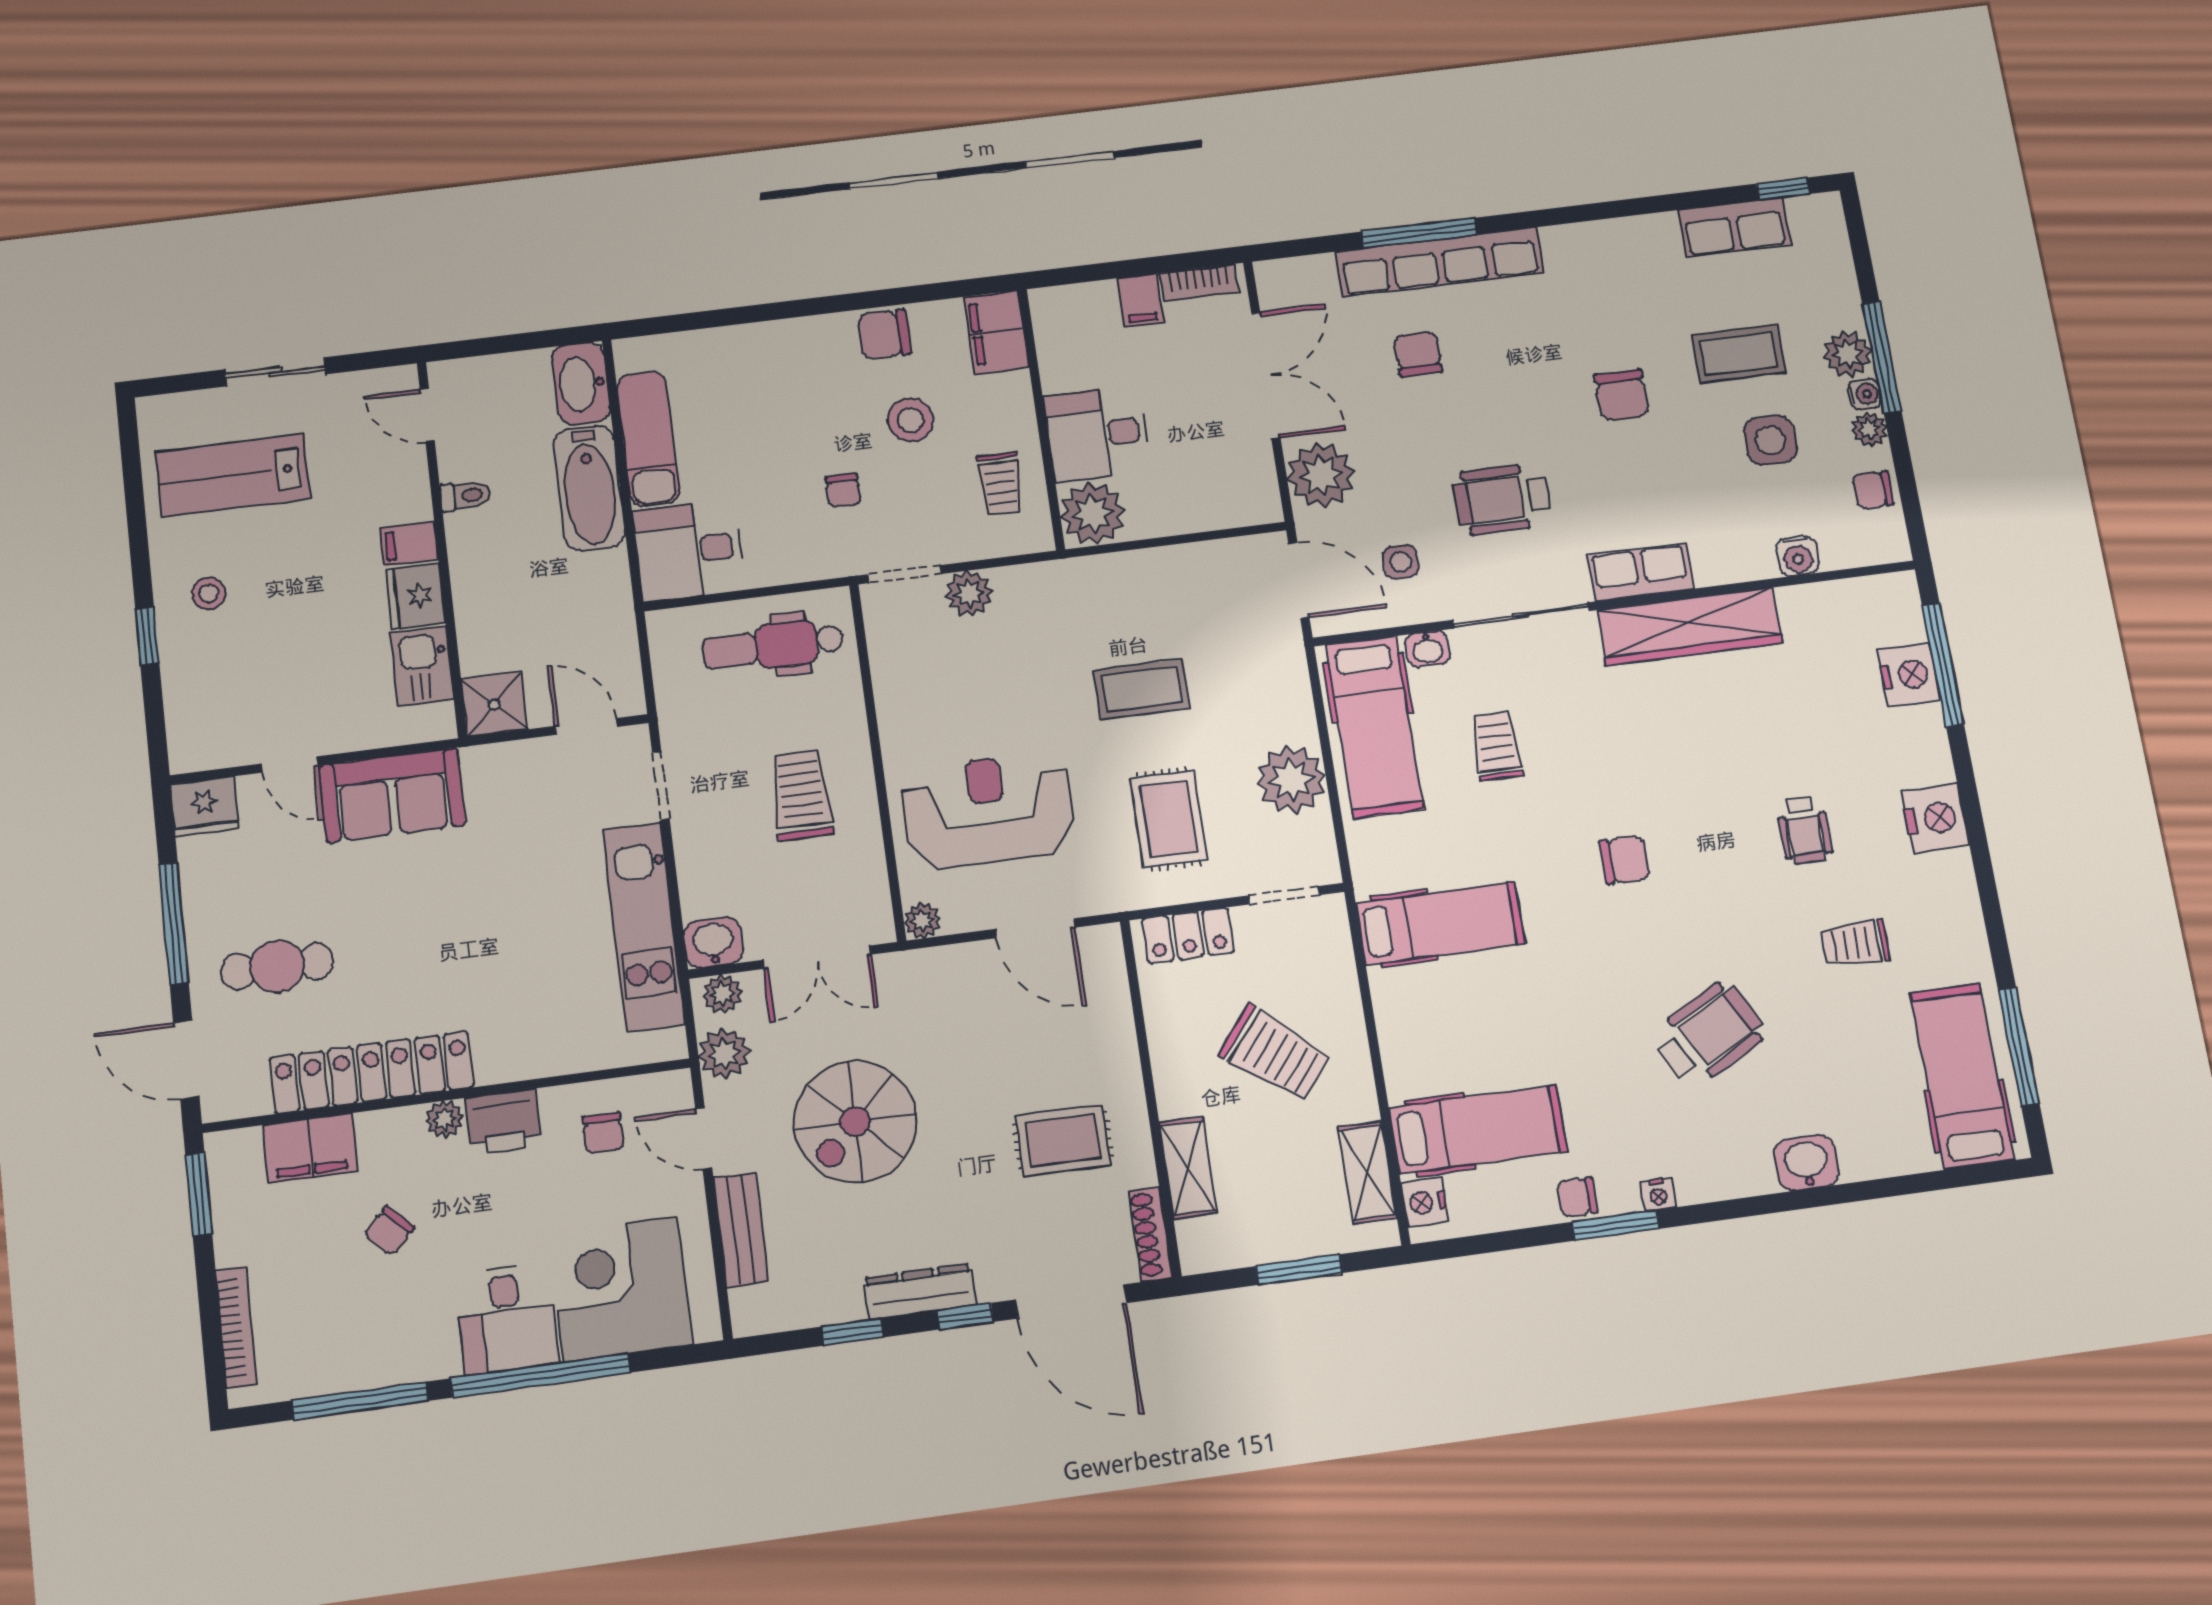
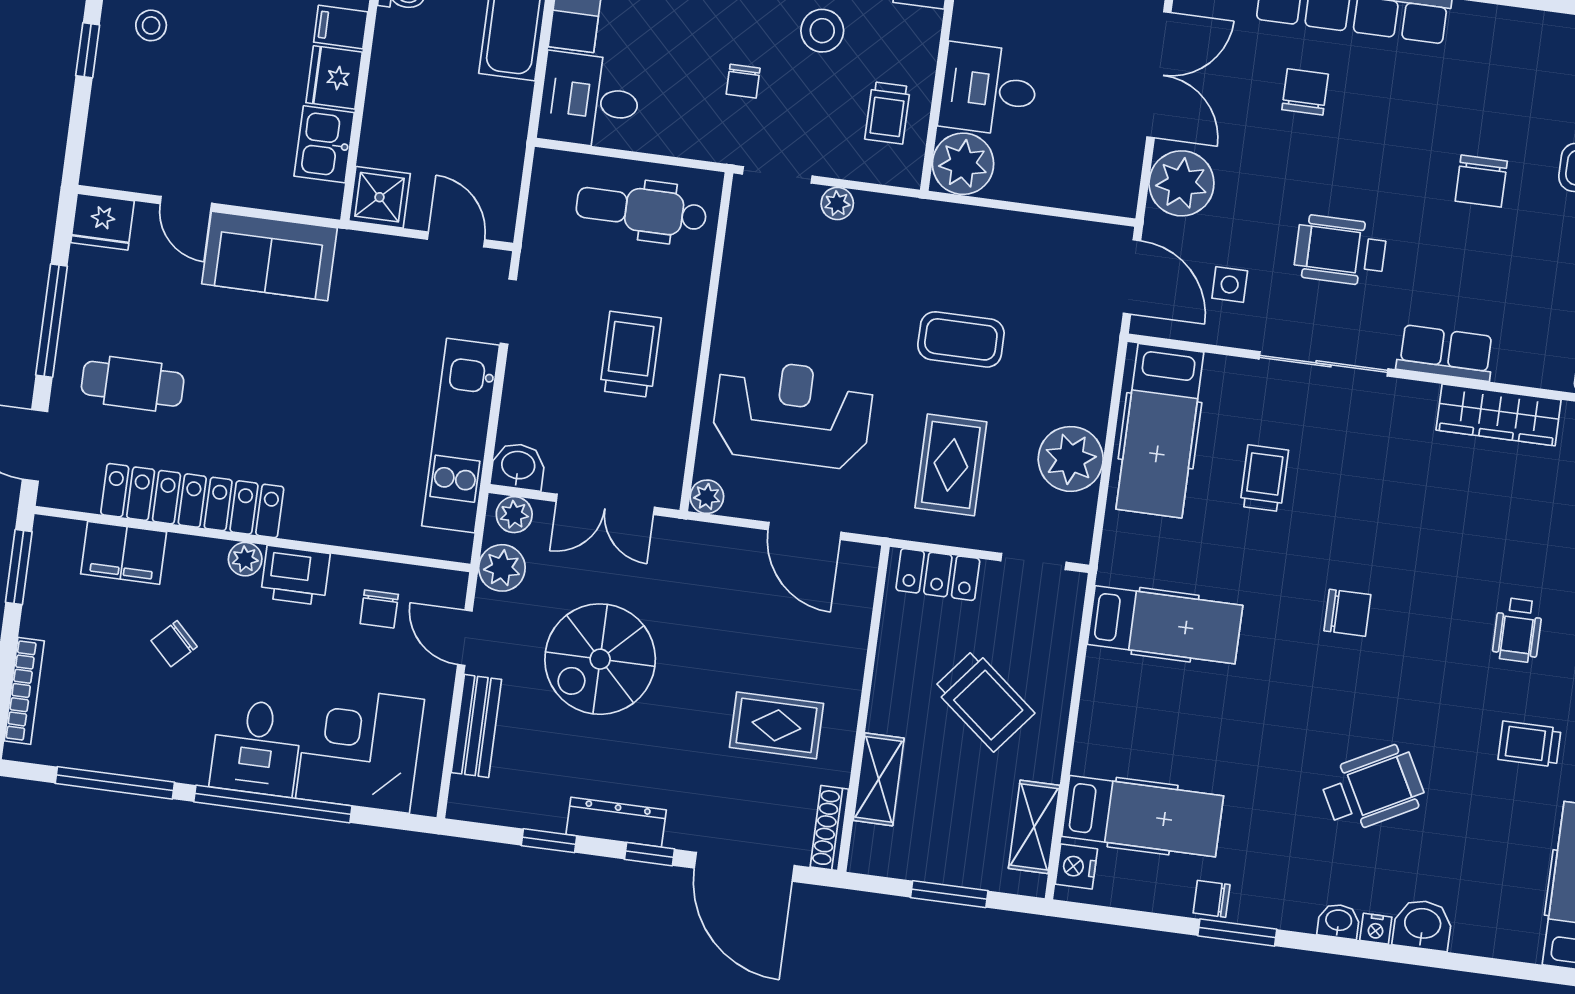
plant: (969, 593) -> (837, 203), width x0.73, depth x0.73
wardrobe: (1690, 627) -> (1499, 415), width x0.71, depth x0.85
washbasin: (1428, 649) -> (1339, 921), moved, turned 180
nightstand: (1658, 1195) -> (1376, 929), moved

